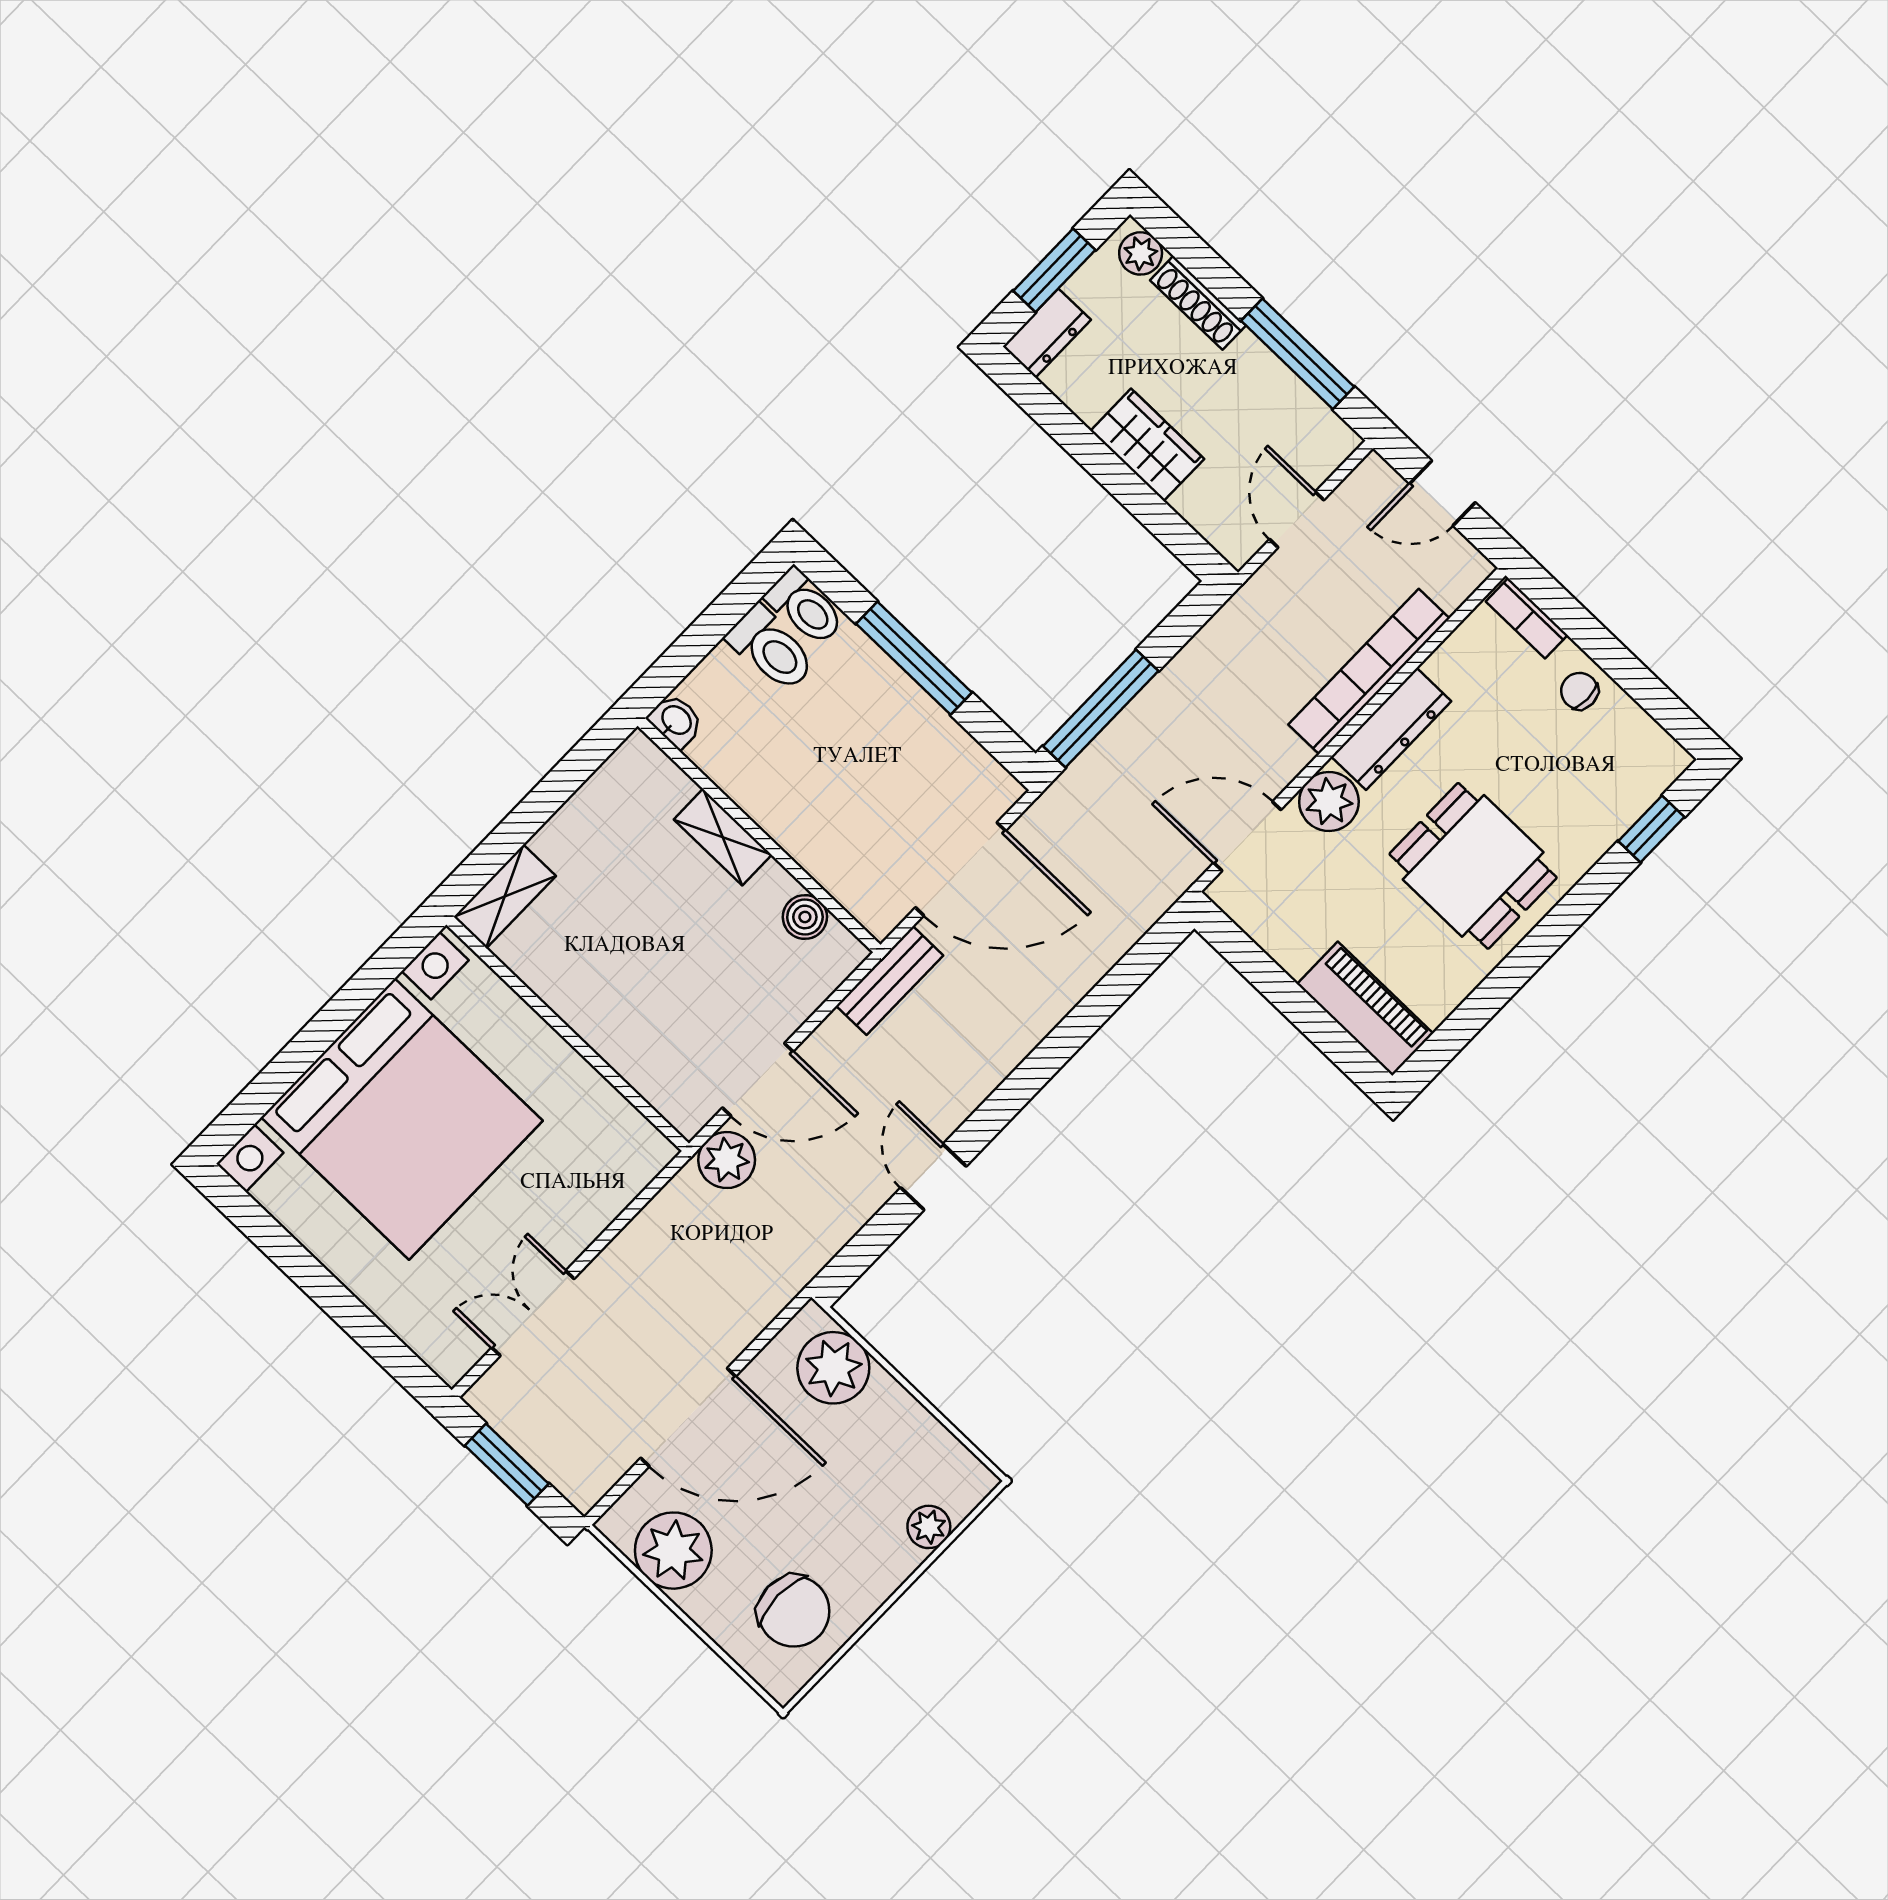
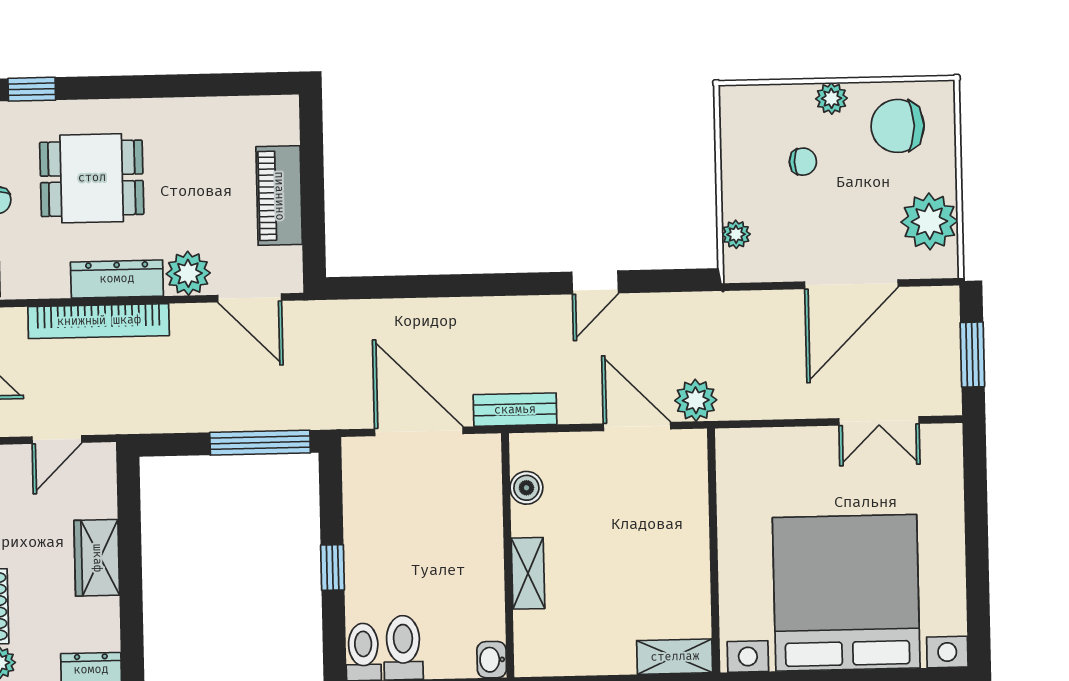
window: (914, 658) -> (333, 567), width x0.46
dining table: (1473, 866) -> (92, 178), moved, turned 90
piano: (1365, 1009) -> (279, 196), moved
plant: (833, 1368) -> (736, 234), width x0.53, depth x0.53
door: (688, 1417) -> (851, 284), swing flipped
chair: (850, 1488) -> (803, 162), added
plant: (929, 1527) -> (831, 98), moved
chair: (794, 1611) -> (898, 126), turned -90

